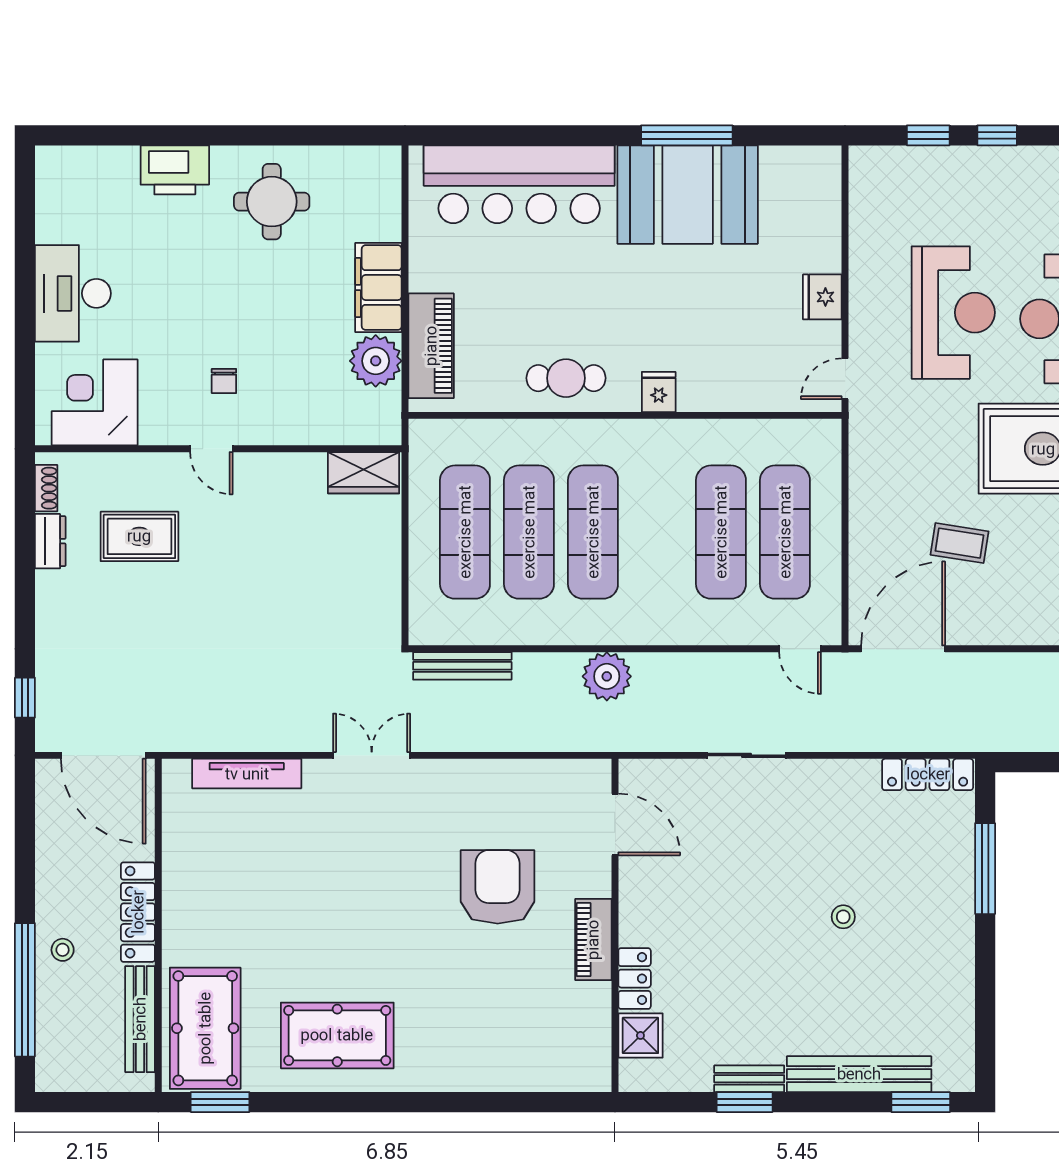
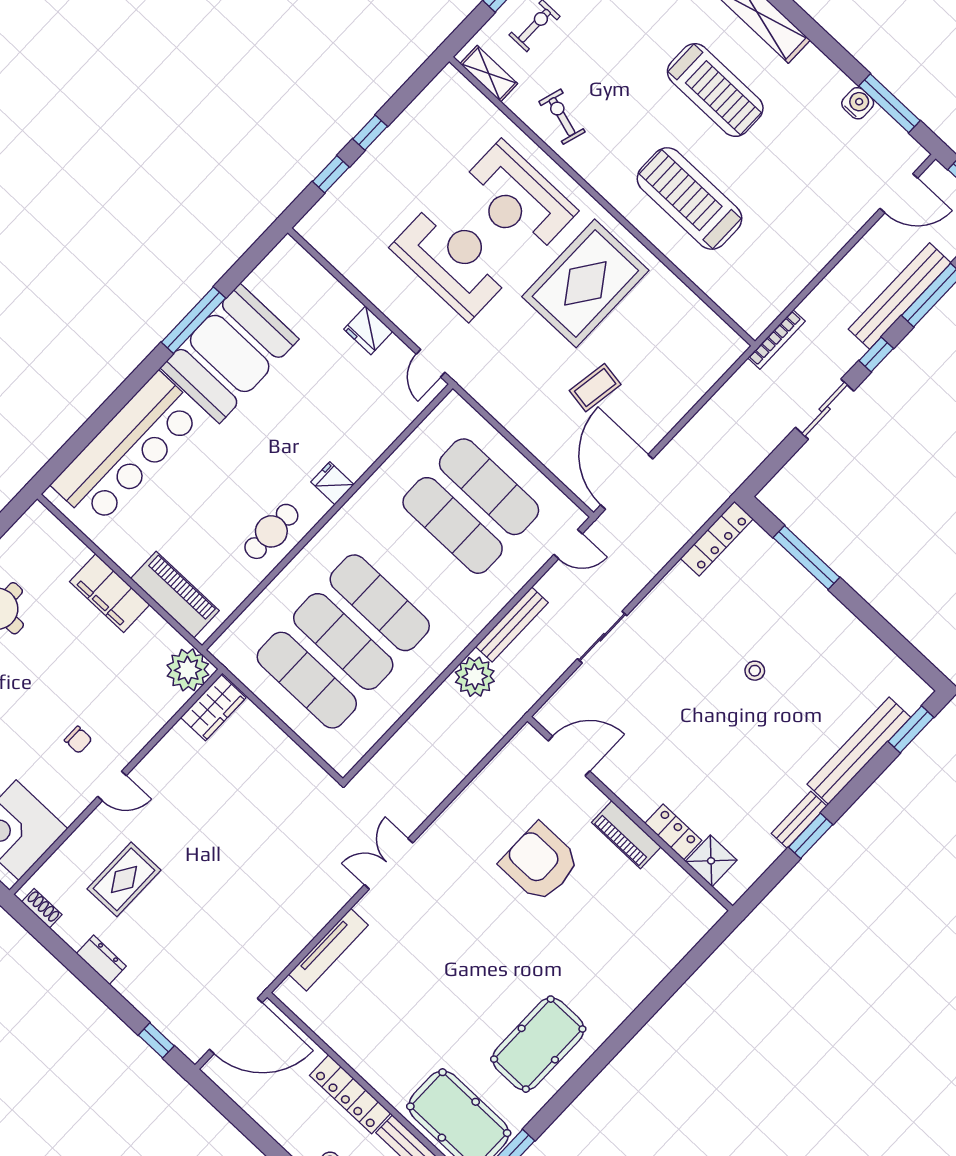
plant: (376, 361) -> (188, 670), moved
dresser: (50, 541) -> (101, 960), moved
bench: (462, 666) -> (512, 625), moved

